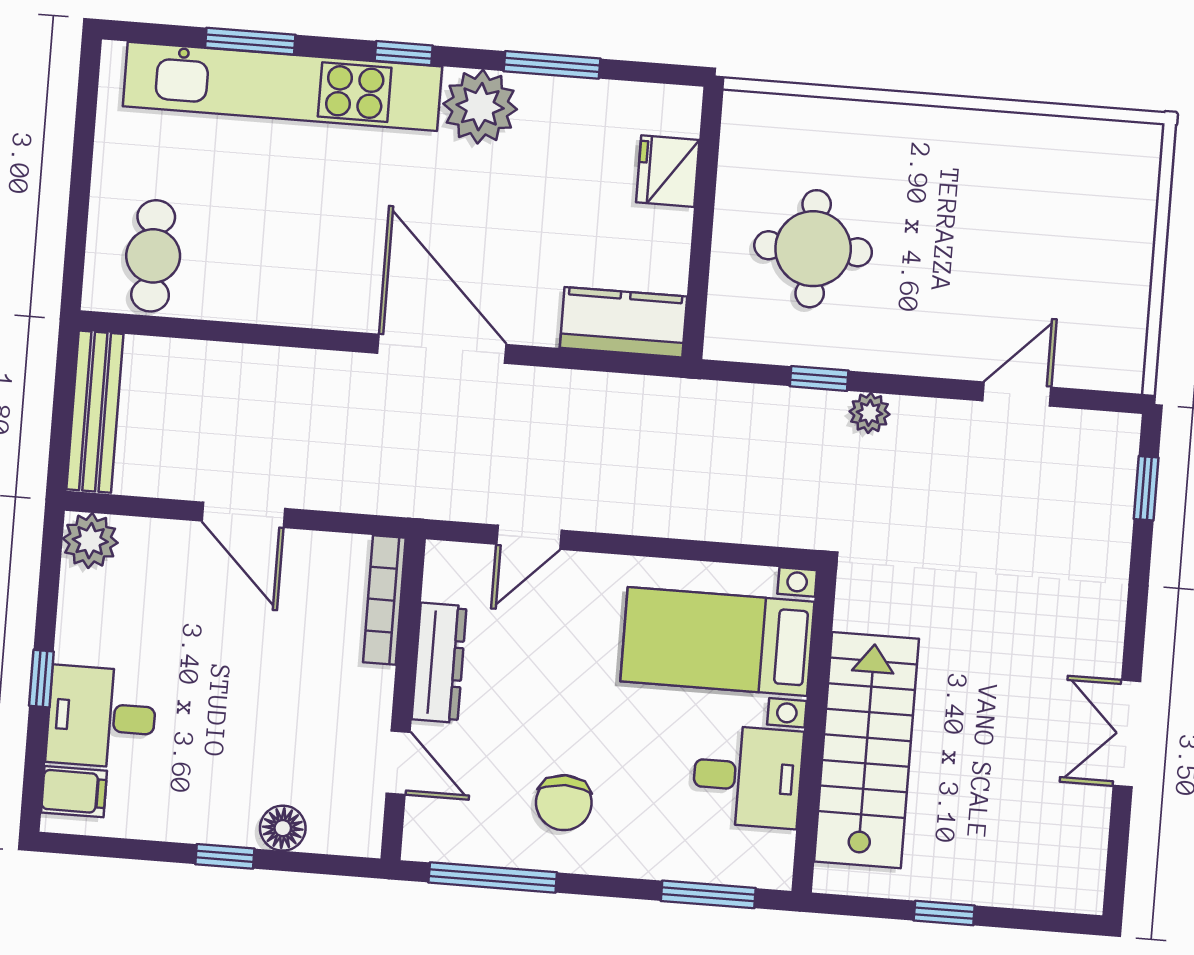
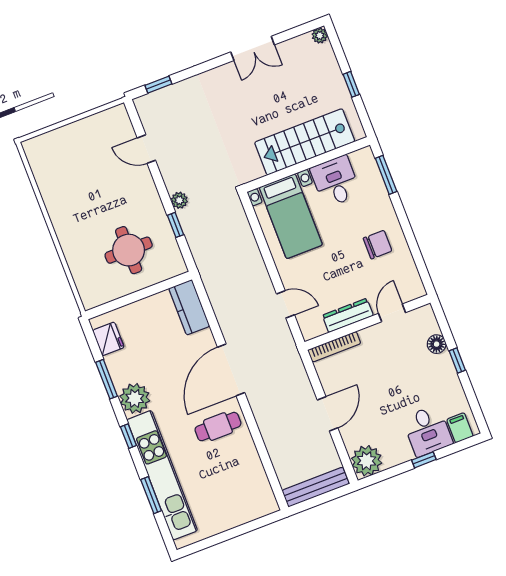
fridge: (668, 171) -> (108, 339), moved, turned -90
cafe table: (153, 256) -> (218, 427), moved
plant: (90, 541) -> (367, 461), width x1.36, depth x1.36
window: (493, 877) -> (418, 258), removed
plant: (1085, 895) -> (320, 35), added

